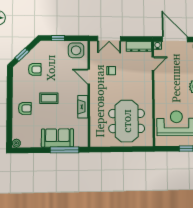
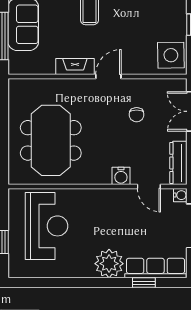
door: (89, 77) -> (108, 77), moved
water cooler: (147, 80) -> (121, 176), added
meeting table: (127, 121) -> (51, 140), turned 90

